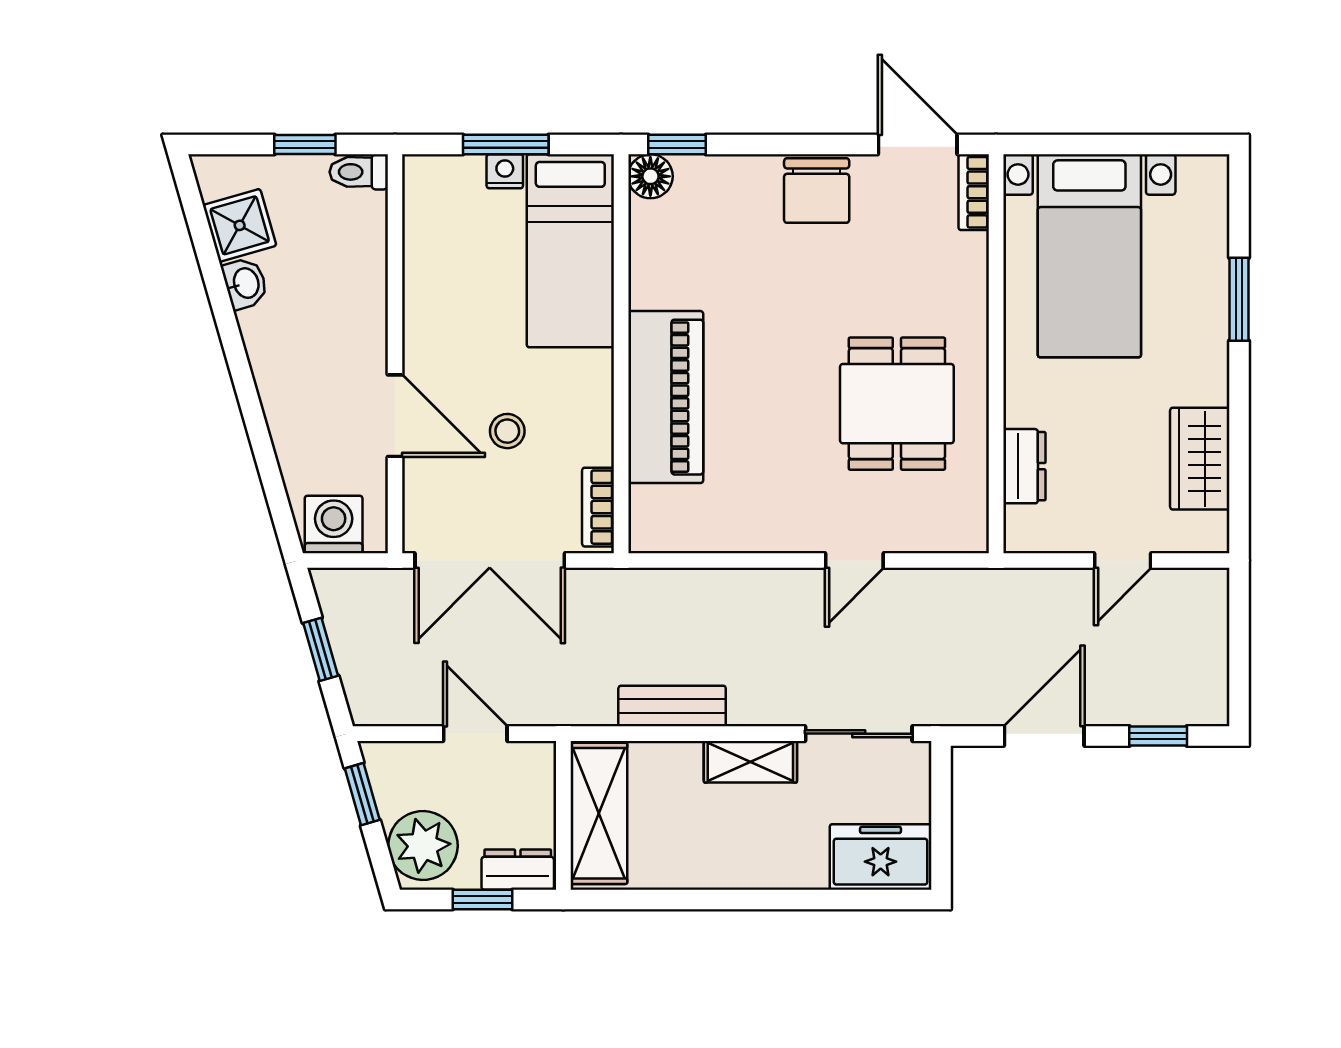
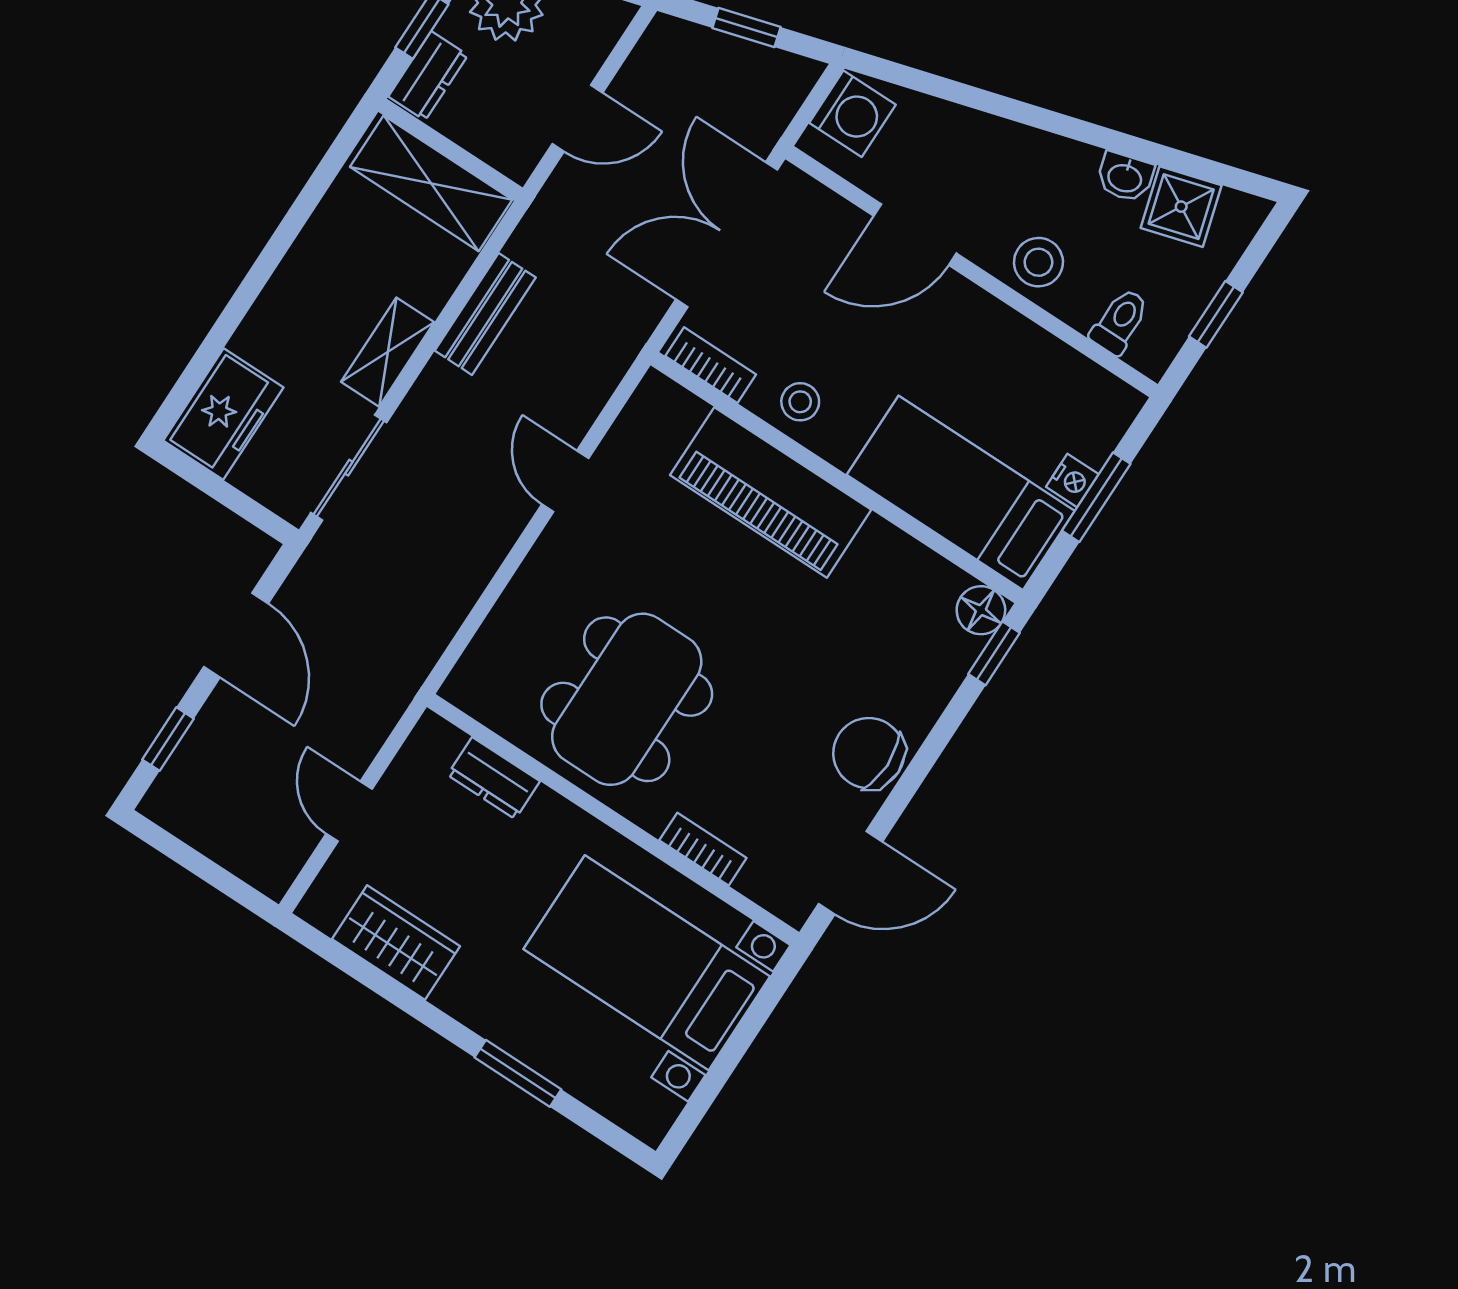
toilet: (359, 172) -> (1120, 321), moved
bookcase: (974, 192) -> (703, 849), moved
stool: (354, 307) -> (1038, 262), added
dining table: (897, 404) -> (627, 699), width x1.38
stool: (507, 431) -> (800, 402), moved
door: (854, 561) -> (565, 481), moved

